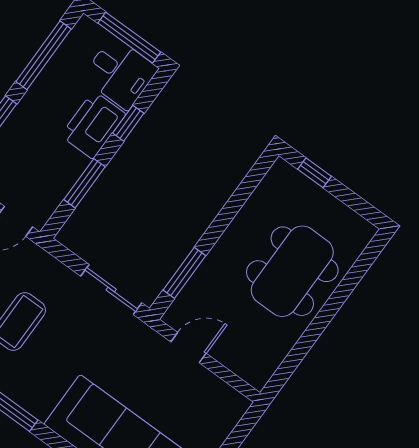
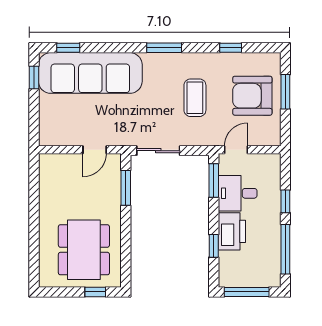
desk: (120, 73) -> (238, 193), moved
window: (84, 183) -> (214, 180), moved
dining table: (292, 271) -> (84, 250), moved

